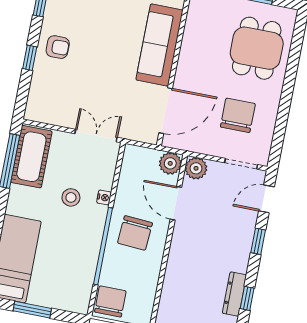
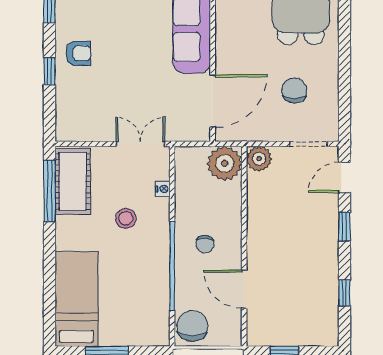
chair: (238, 115) -> (294, 90), width x0.73, depth x0.73
plant: (170, 163) -> (225, 163), width x1.36, depth x1.36
nightstand: (104, 197) -> (163, 189), moved
door: (176, 203) -> (244, 289), moved
chair: (135, 233) -> (205, 244), width x0.54, depth x0.54
dresser: (234, 294) -> (329, 291), removed

